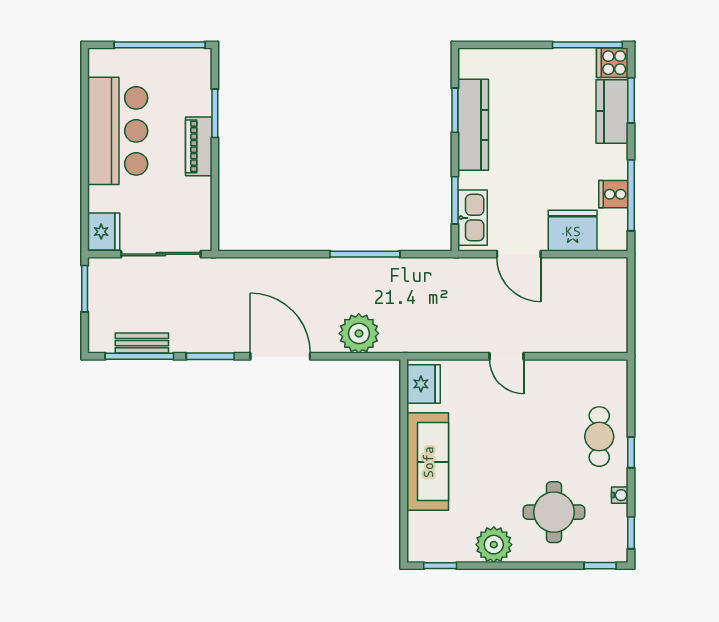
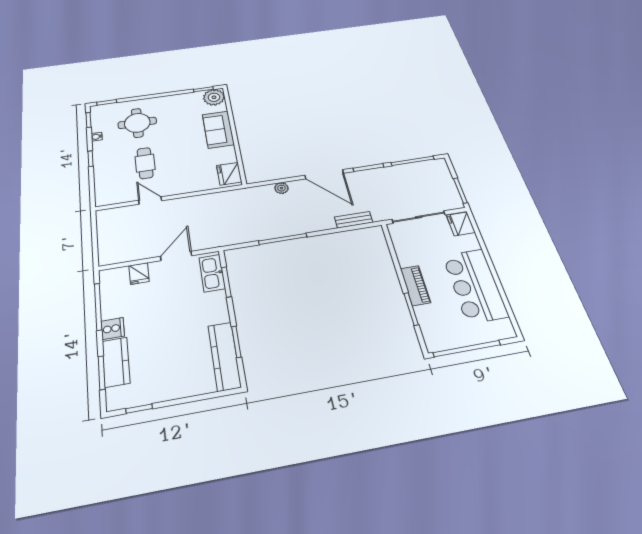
window: (587, 45) -> (139, 409), width x0.46
cooker: (612, 63) -> (118, 398), removed
kitchen counter: (473, 125) -> (224, 356), moved
cooker: (613, 194) -> (113, 329), moved
fridge: (573, 231) -> (139, 273), width x0.53, depth x0.75
door: (519, 254) -> (176, 256), hinge flipped
plant: (359, 333) -> (281, 188), width x0.53, depth x0.53
bench: (142, 343) -> (354, 220), moved
door: (507, 356) -> (150, 201), moved
cafe table: (599, 437) -> (145, 163), moved
sofa: (428, 462) -> (218, 129), width x0.73
plant: (494, 545) -> (214, 97), moved

